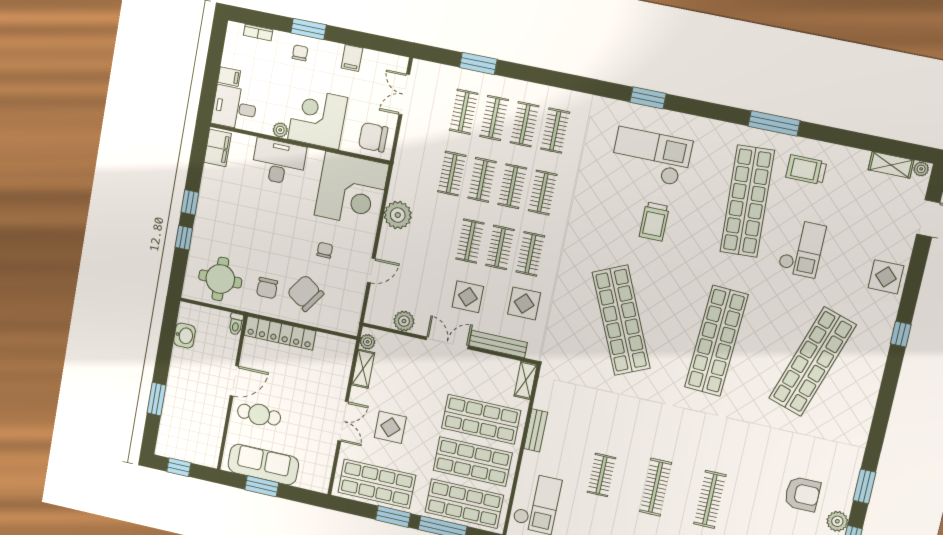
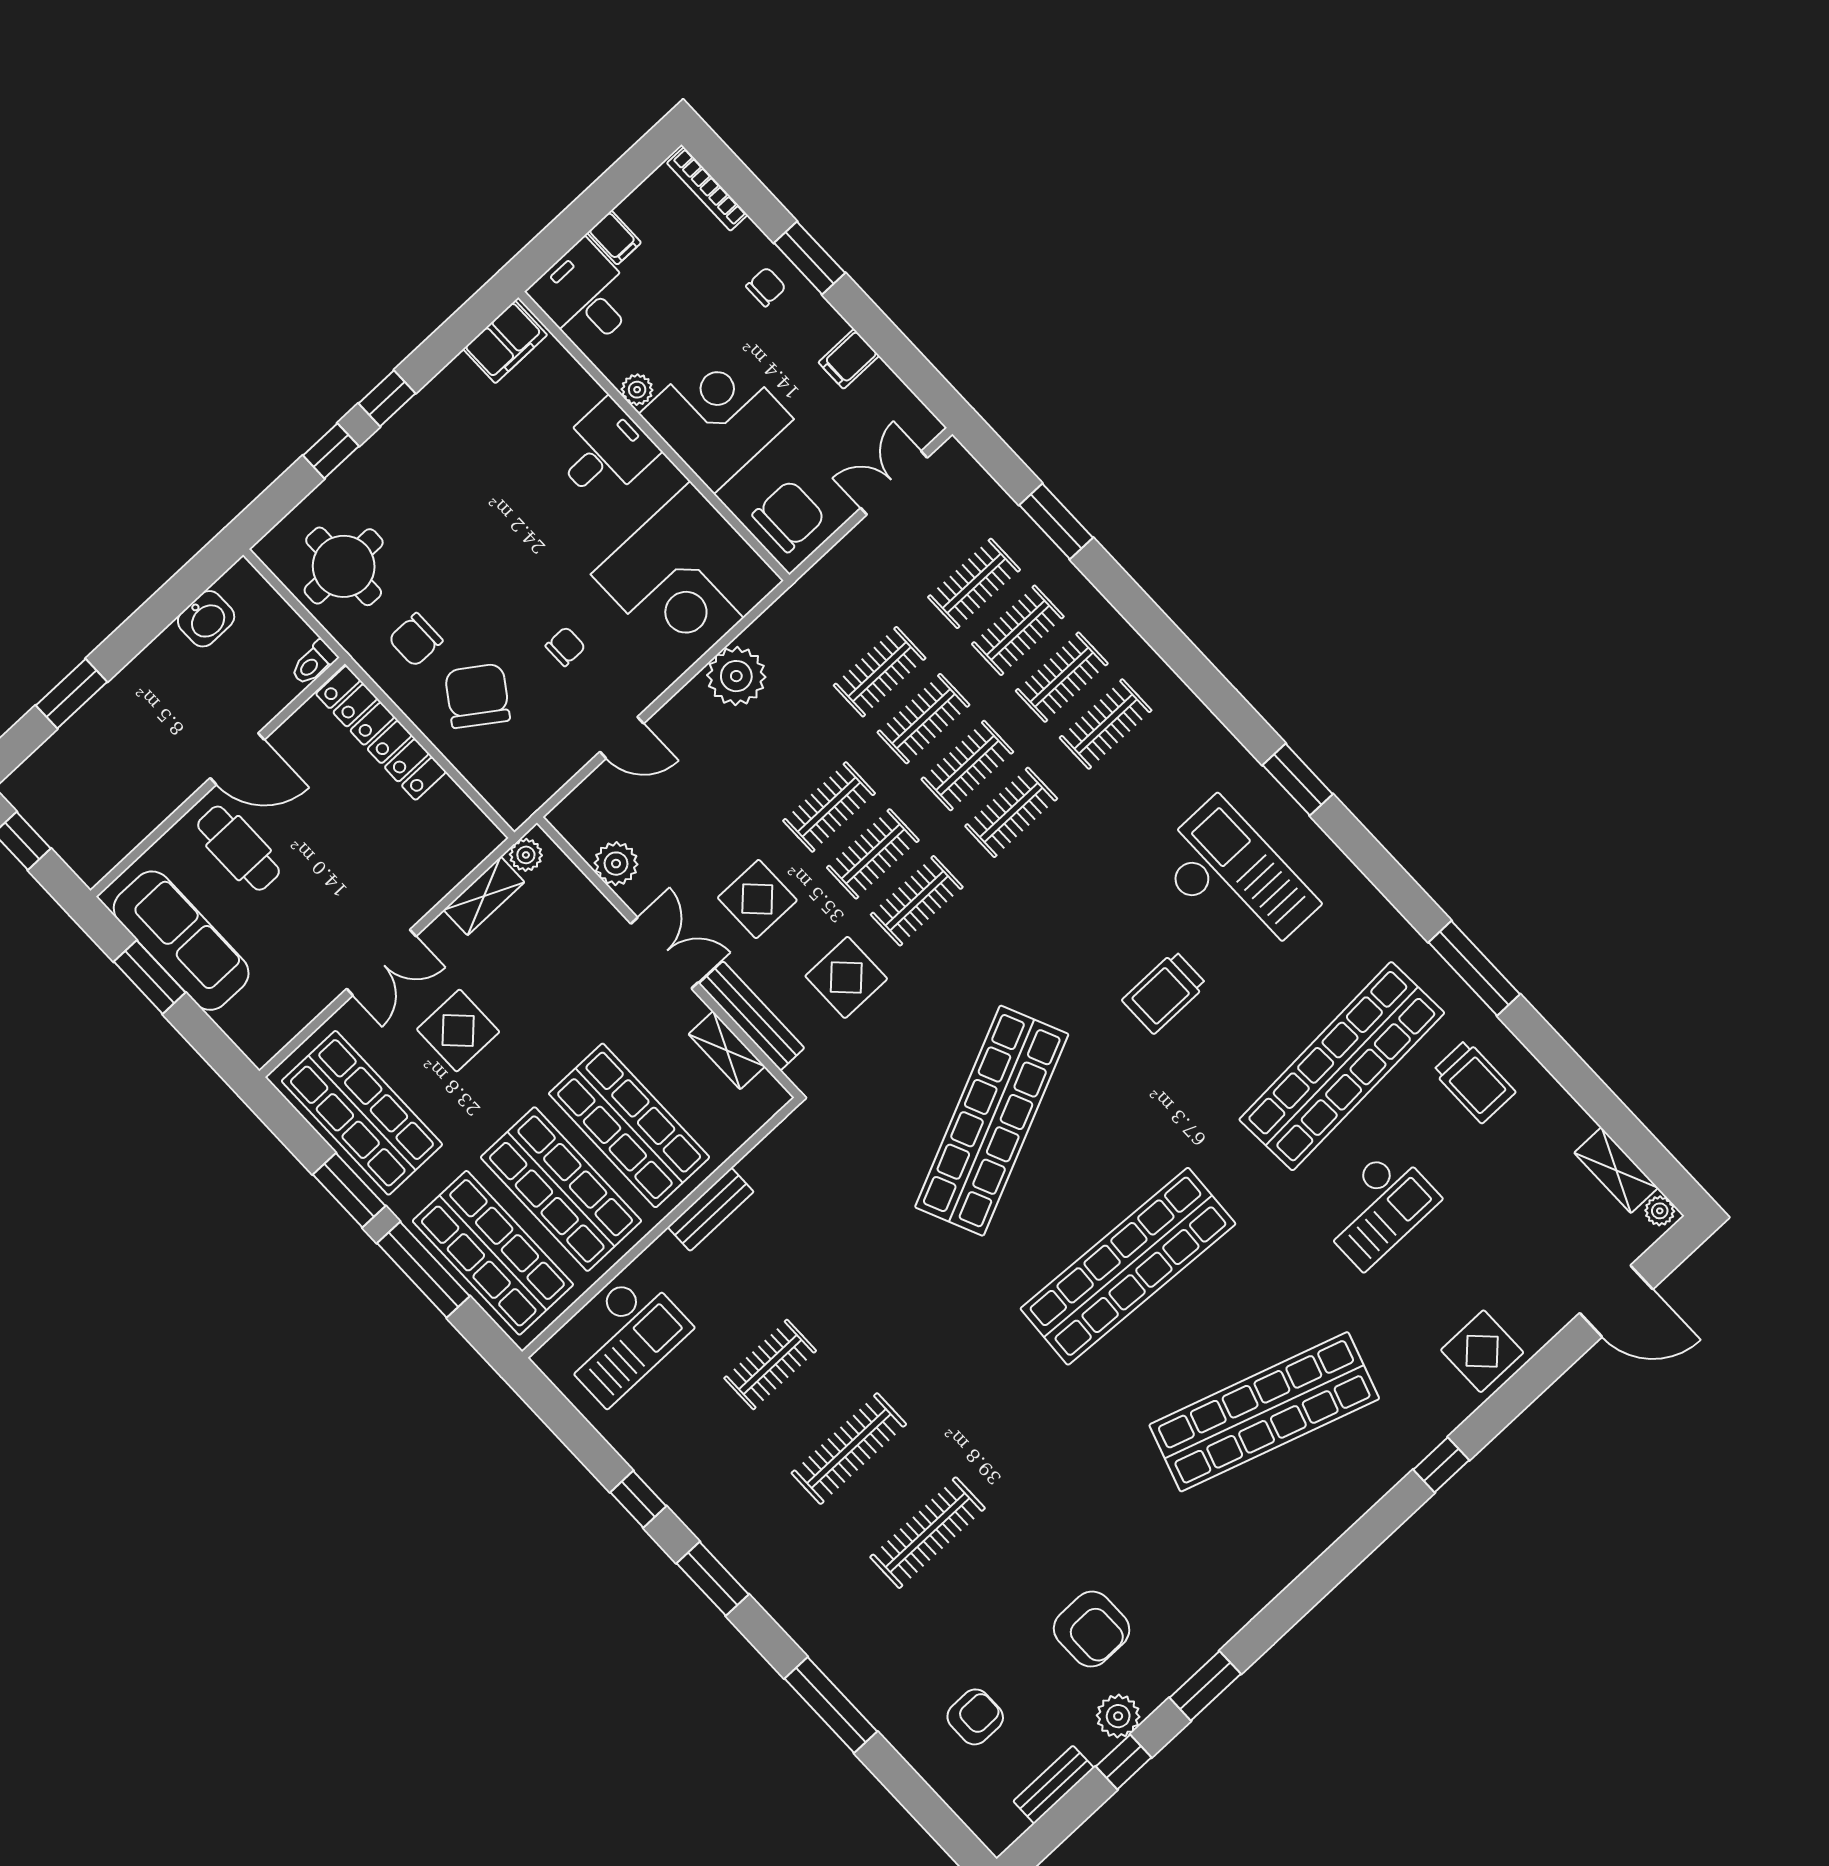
bookcase: (258, 33) -> (707, 189), width x1.56
chair: (373, 137) -> (789, 516), turned 90
desk: (279, 162) -> (605, 452), width x0.73
trolley: (806, 170) -> (1474, 1082), turned 180
shelving: (526, 380) -> (727, 1050), moved, turned 90

